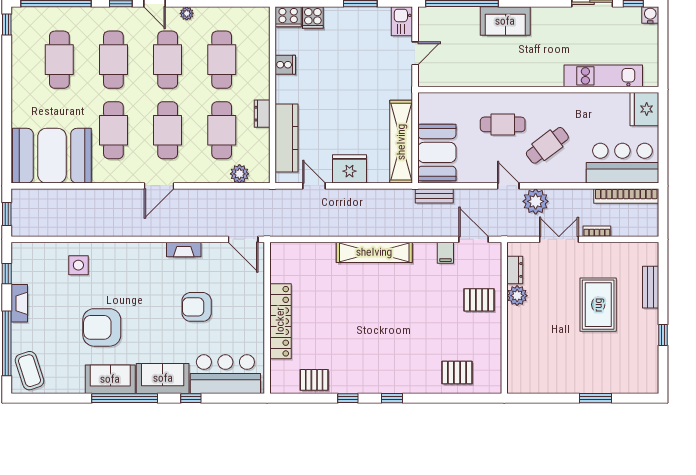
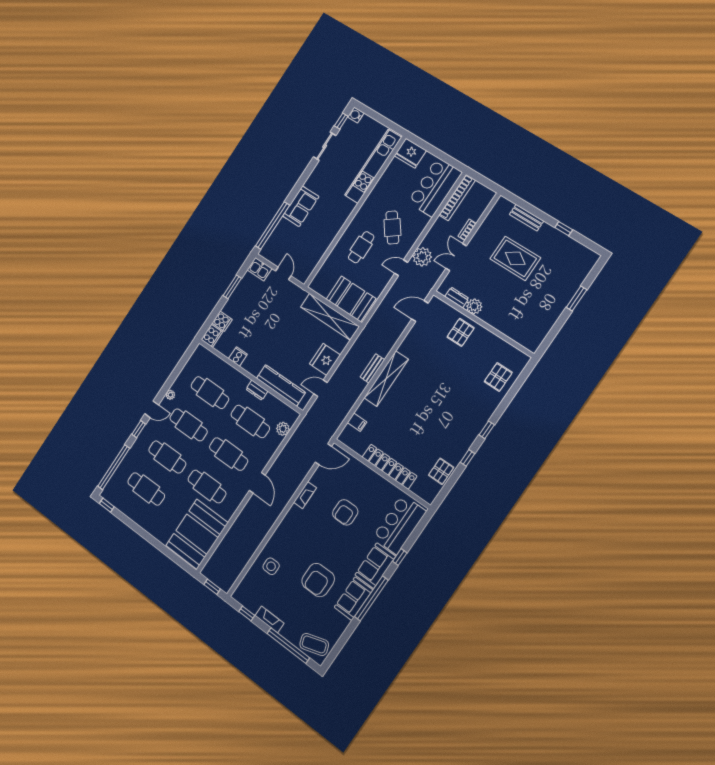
kitchen unit: (603, 76) -> (373, 166), width x1.36
bench: (434, 196) -> (372, 368), moved
filing cabinet: (445, 253) -> (357, 422), moved

